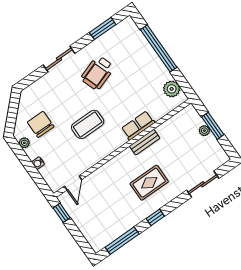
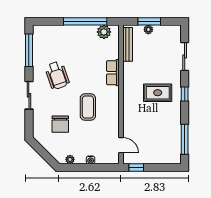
window: (103, 28) -> (29, 50), width x1.44
window: (159, 48) -> (85, 21), moved
chair: (41, 124) -> (60, 124), moved, turned -90
bench: (145, 142) -> (128, 44), moved, width x1.36
rug: (149, 183) -> (158, 93), turned 90
window: (155, 217) -> (185, 94), moved

